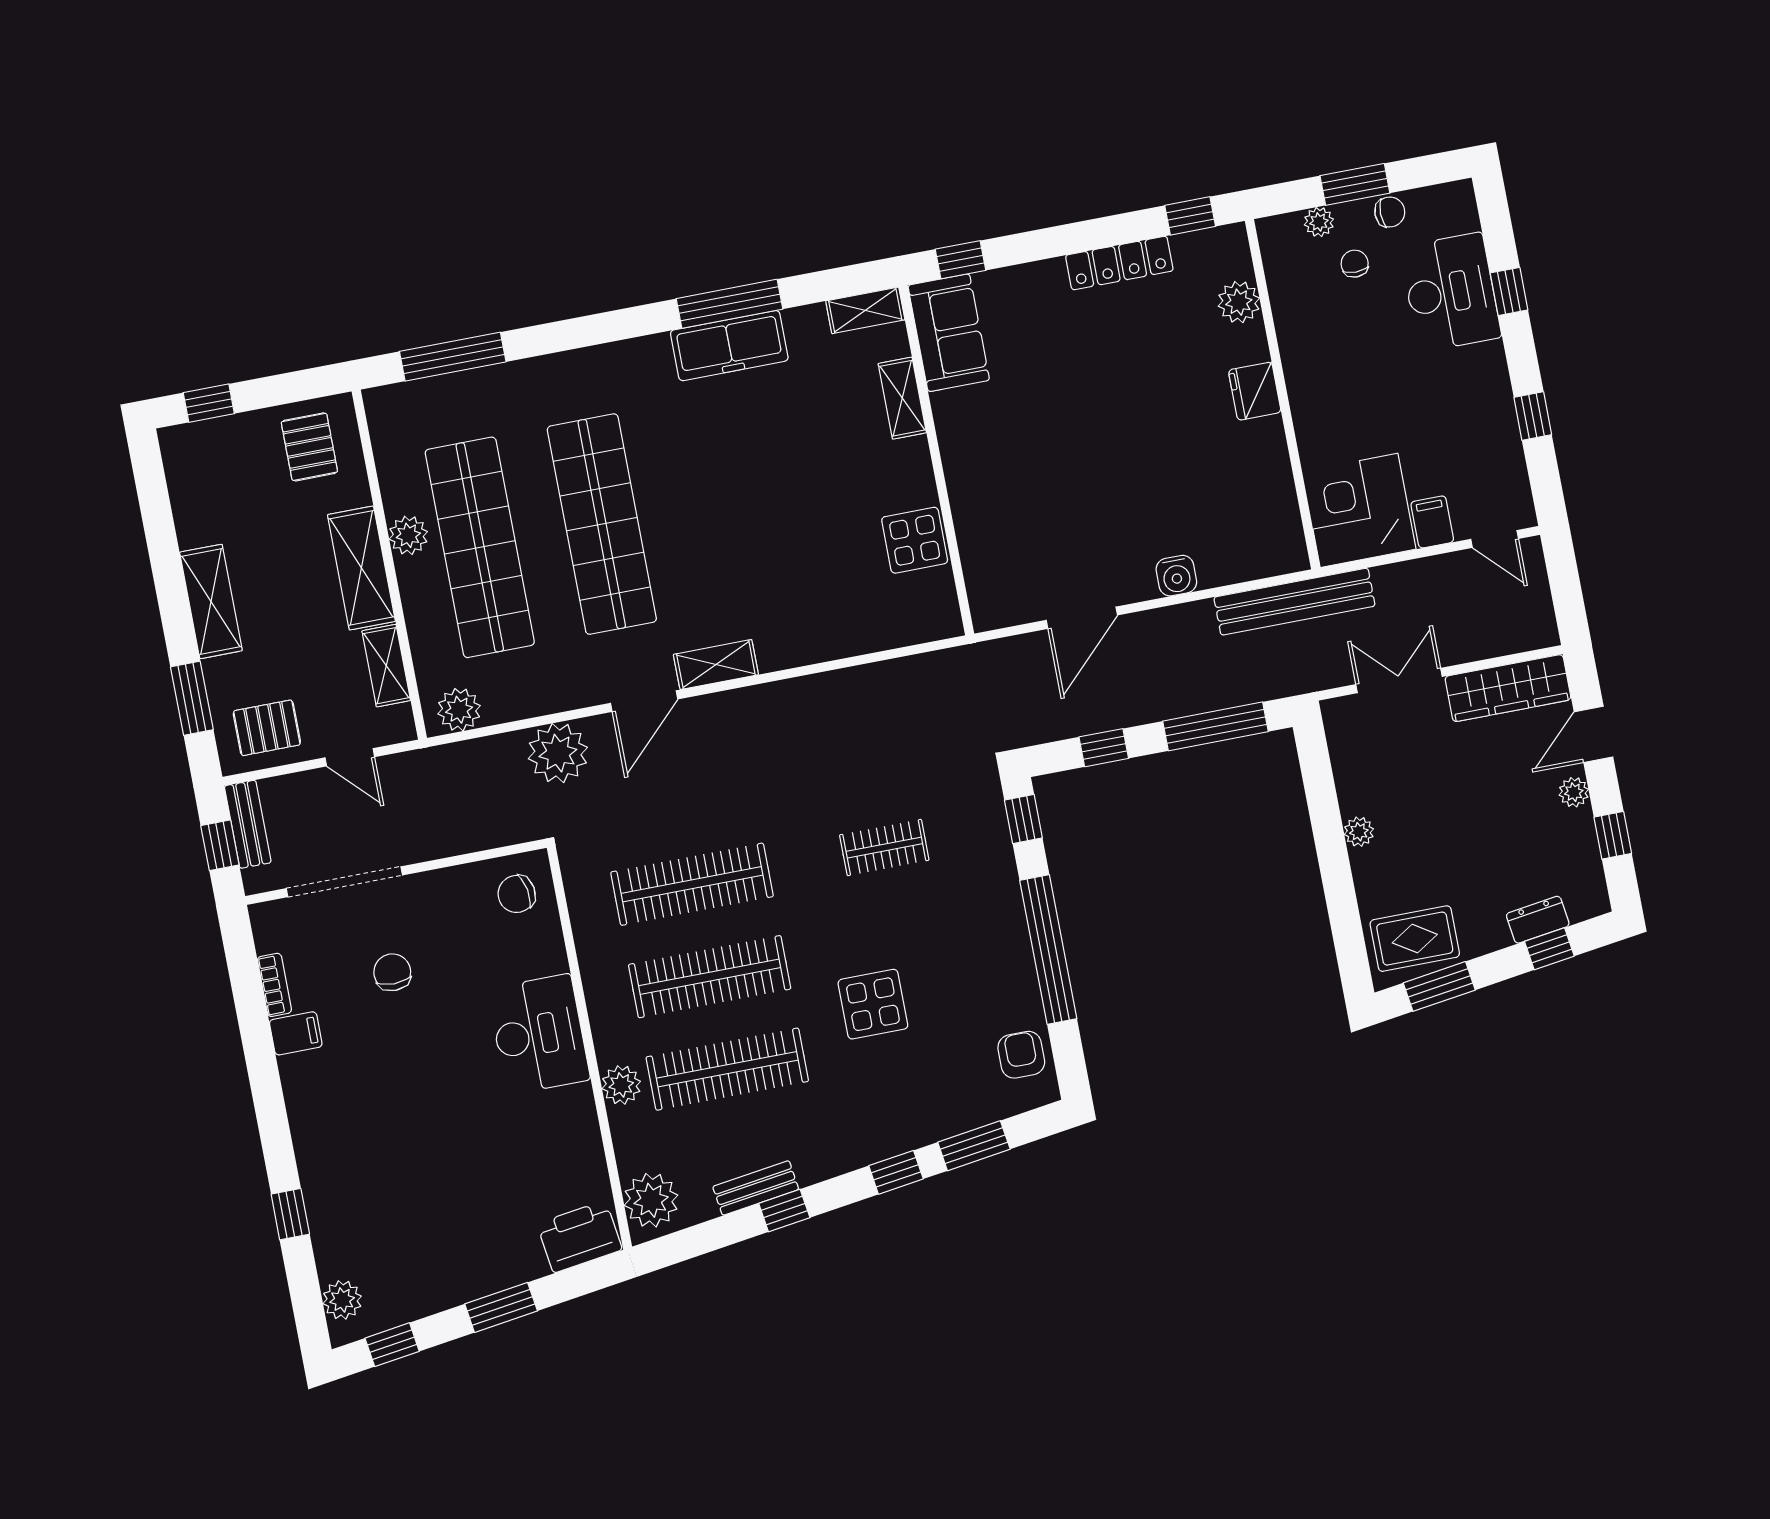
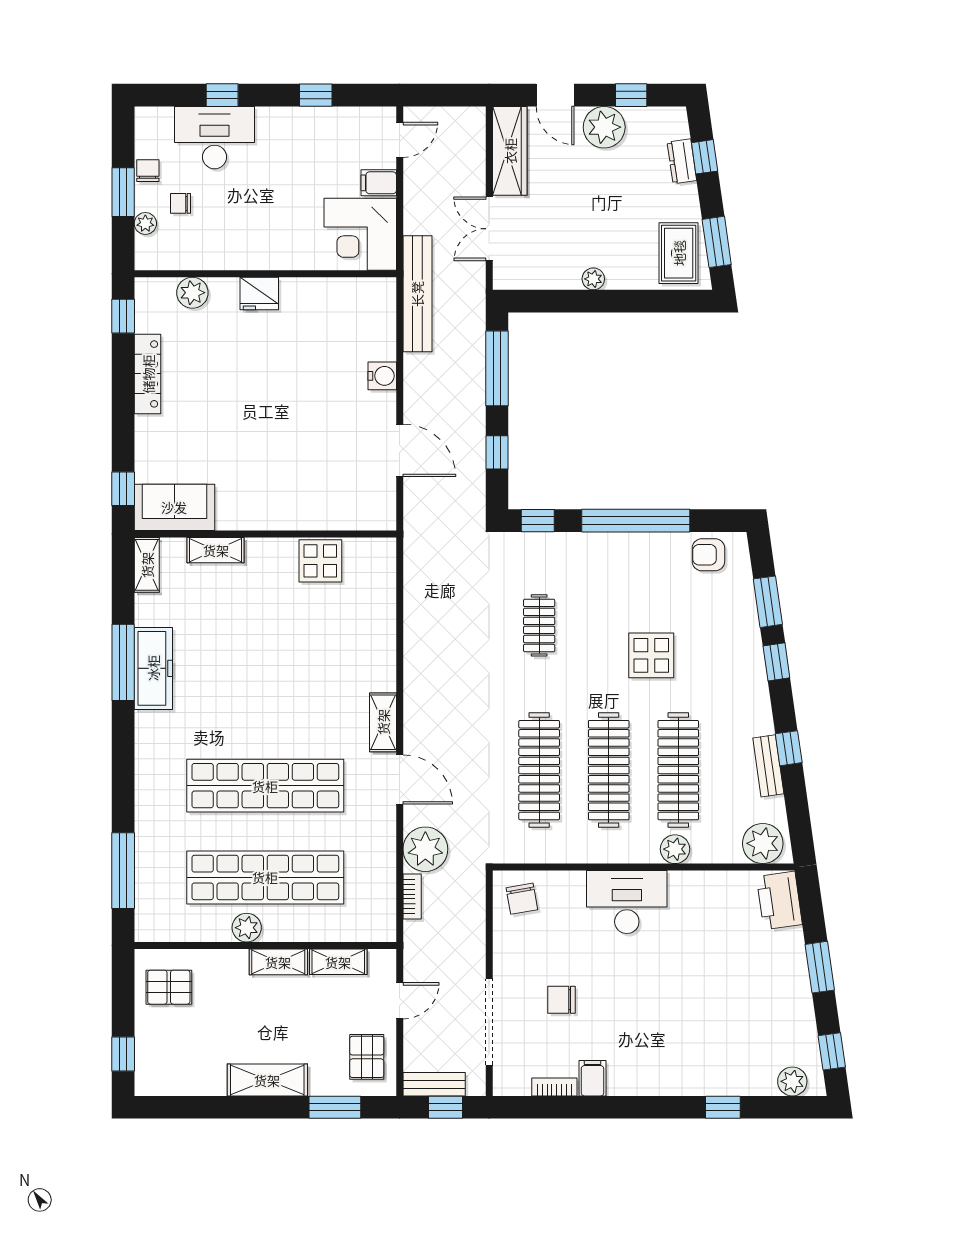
shelving: (361, 568) -> (278, 962), width x0.67, depth x0.75
plant: (459, 710) -> (380, 915), removed
bookcase: (492, 747) -> (412, 896), added
plant: (1574, 792) -> (604, 127), width x1.87, depth x1.87

